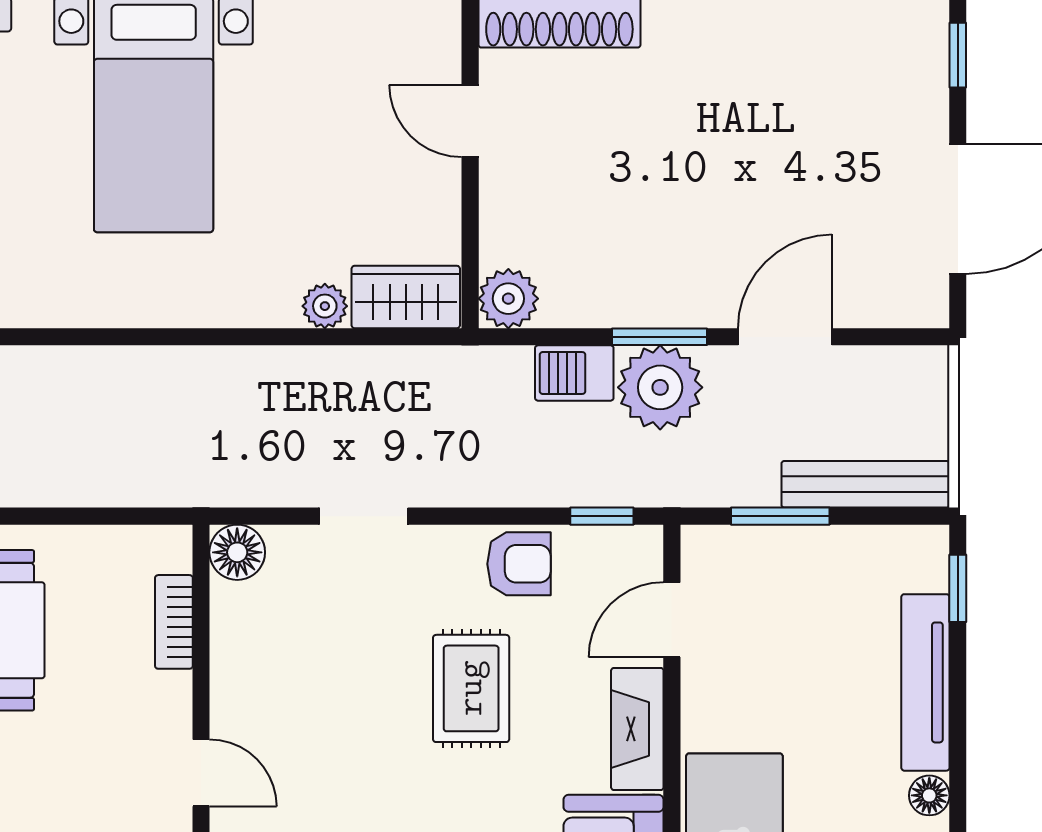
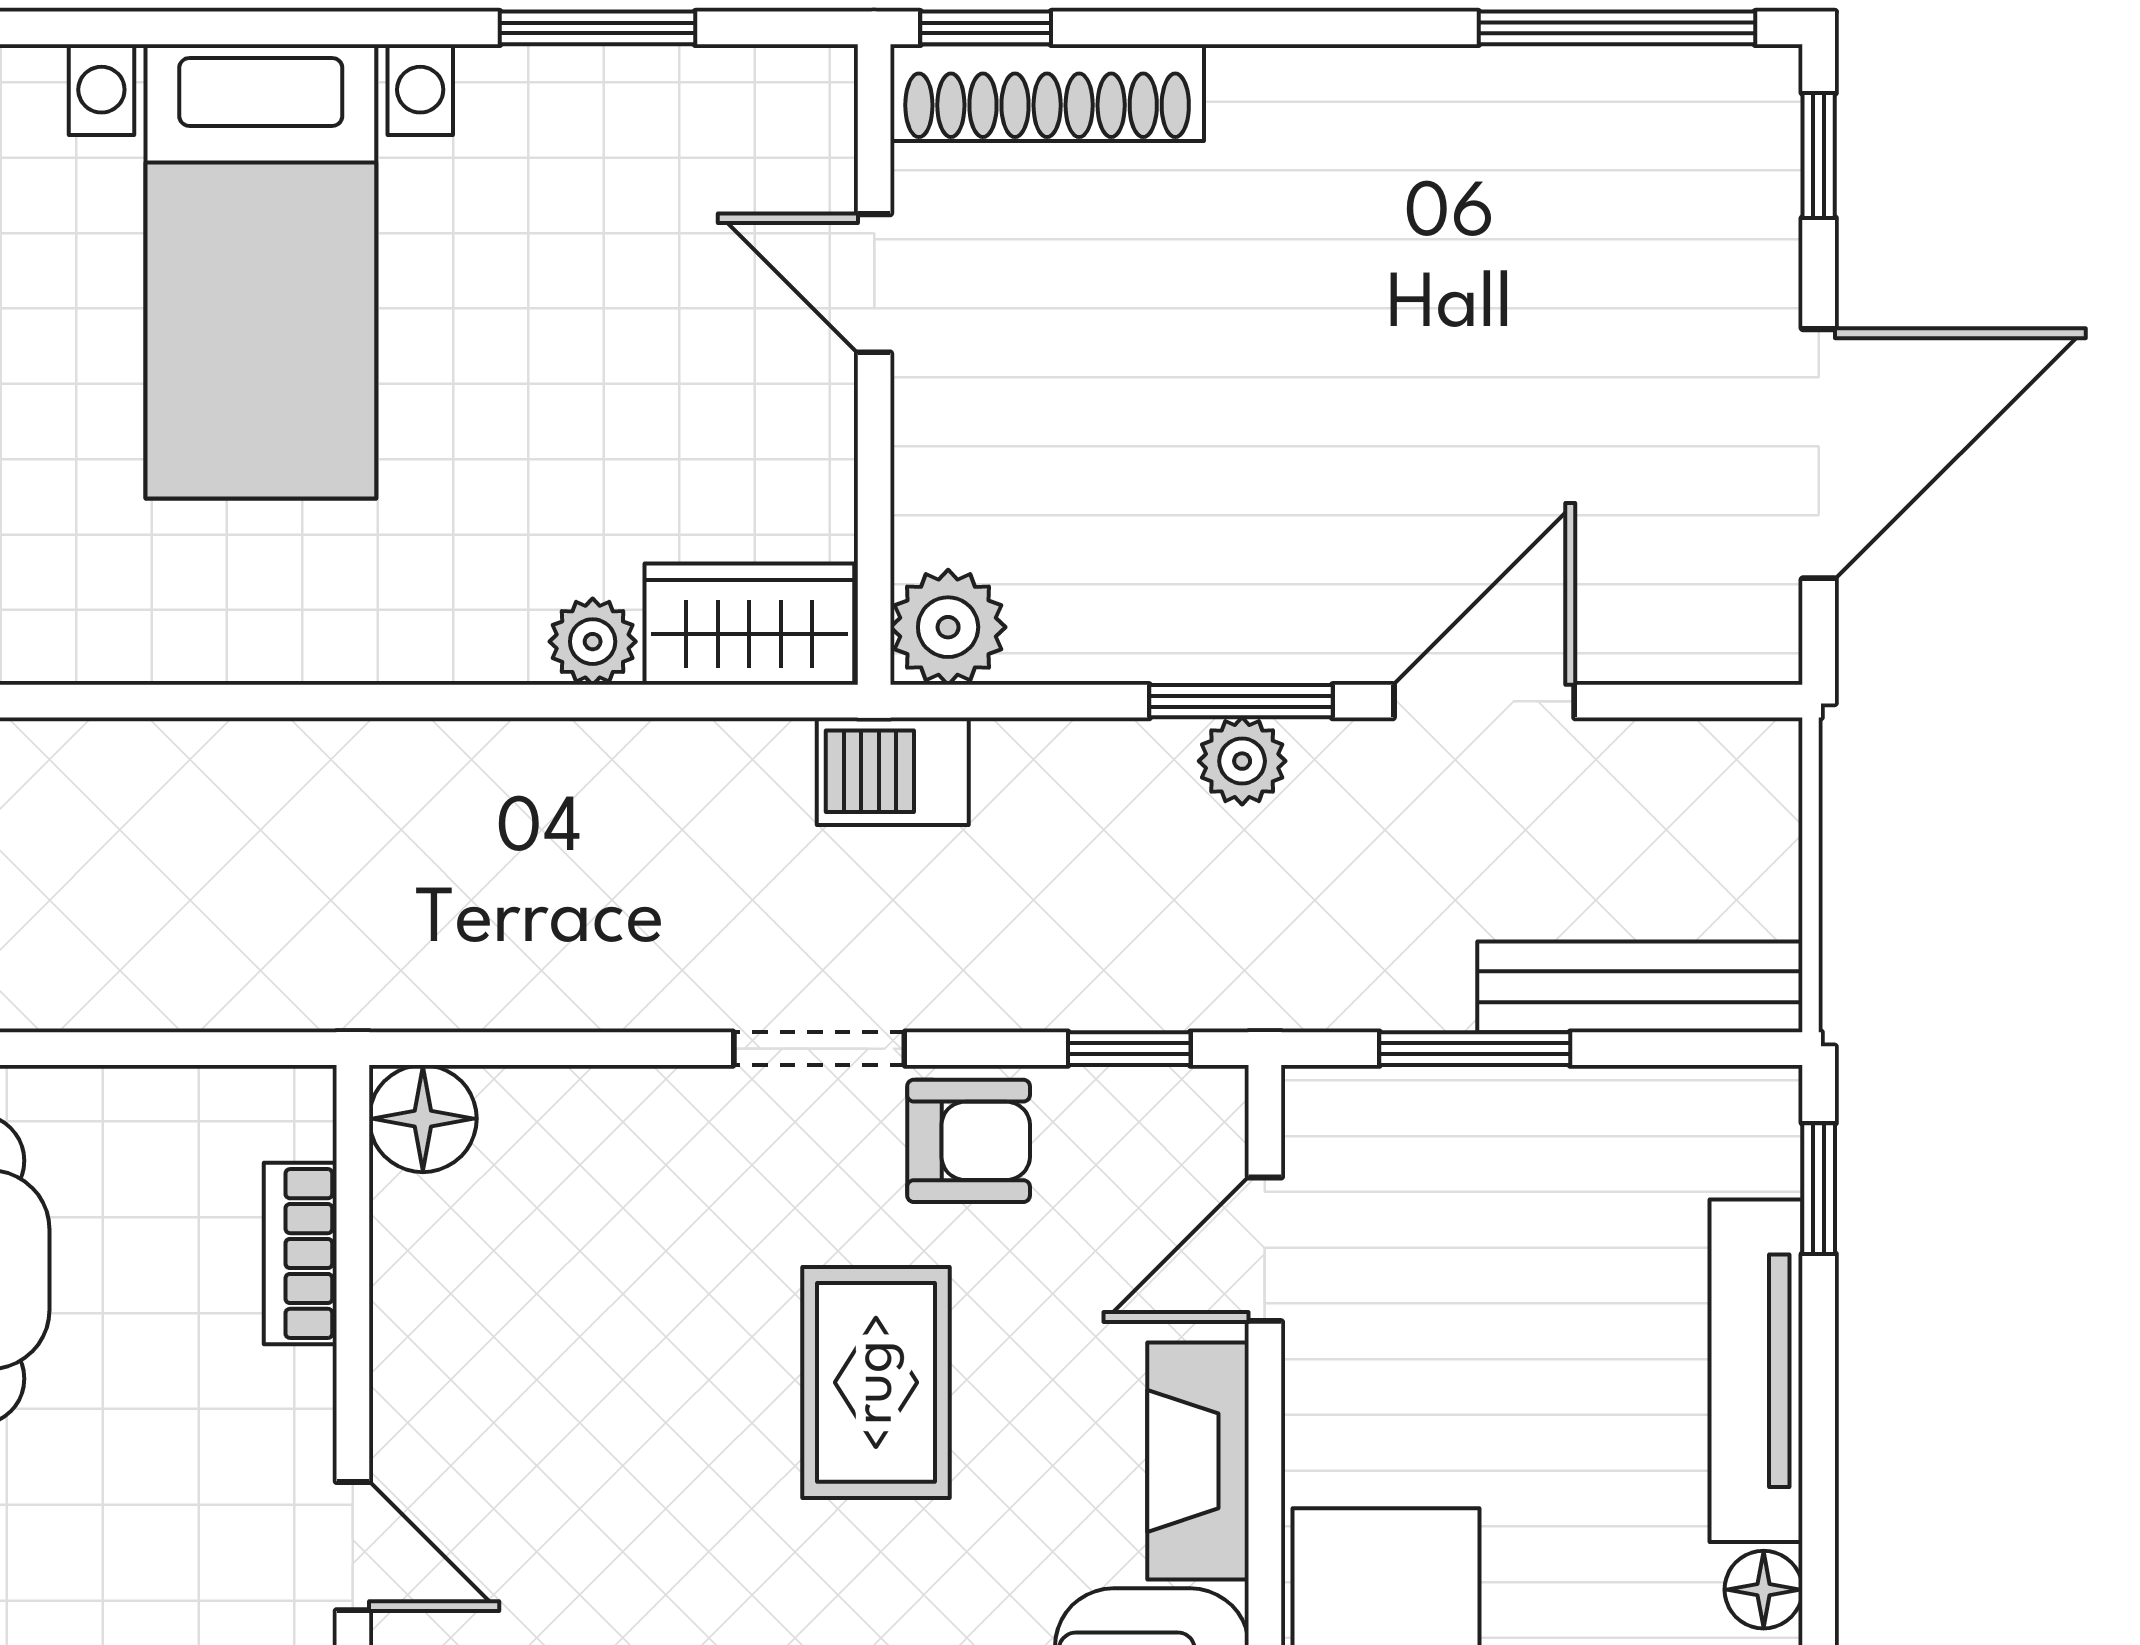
barbecue: (574, 373) -> (893, 771), moved
plant: (660, 387) -> (1242, 761), width x0.53, depth x0.53
doorway: (363, 516) -> (819, 1049), moved

